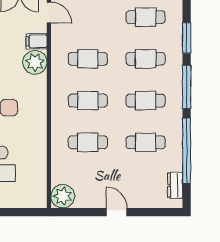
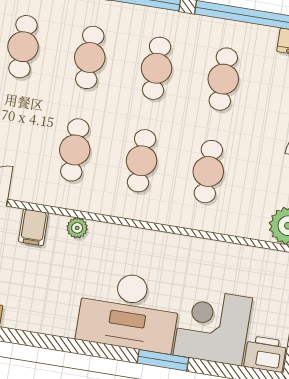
plant: (35, 62) -> (77, 228), width x0.53, depth x0.53

